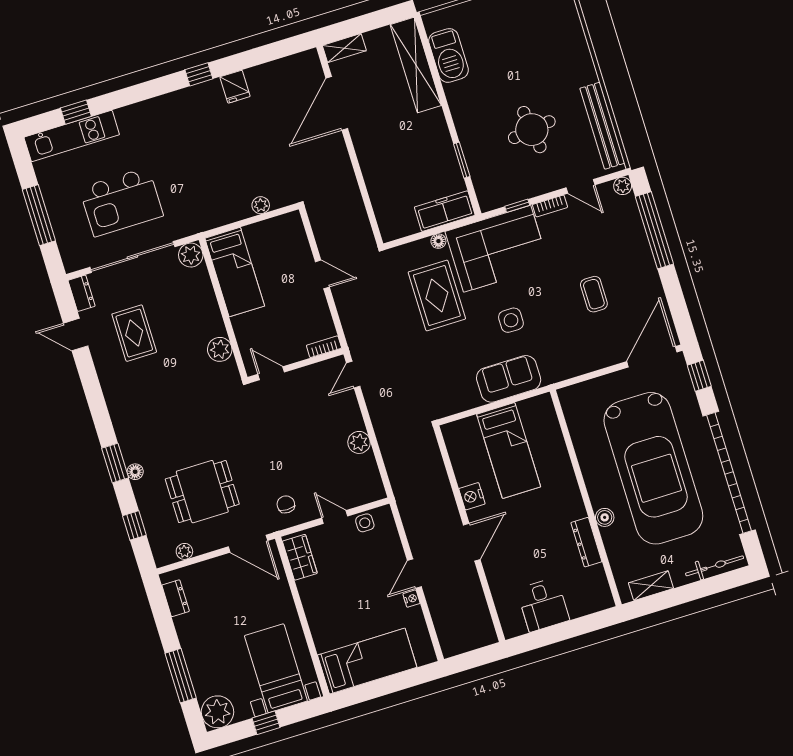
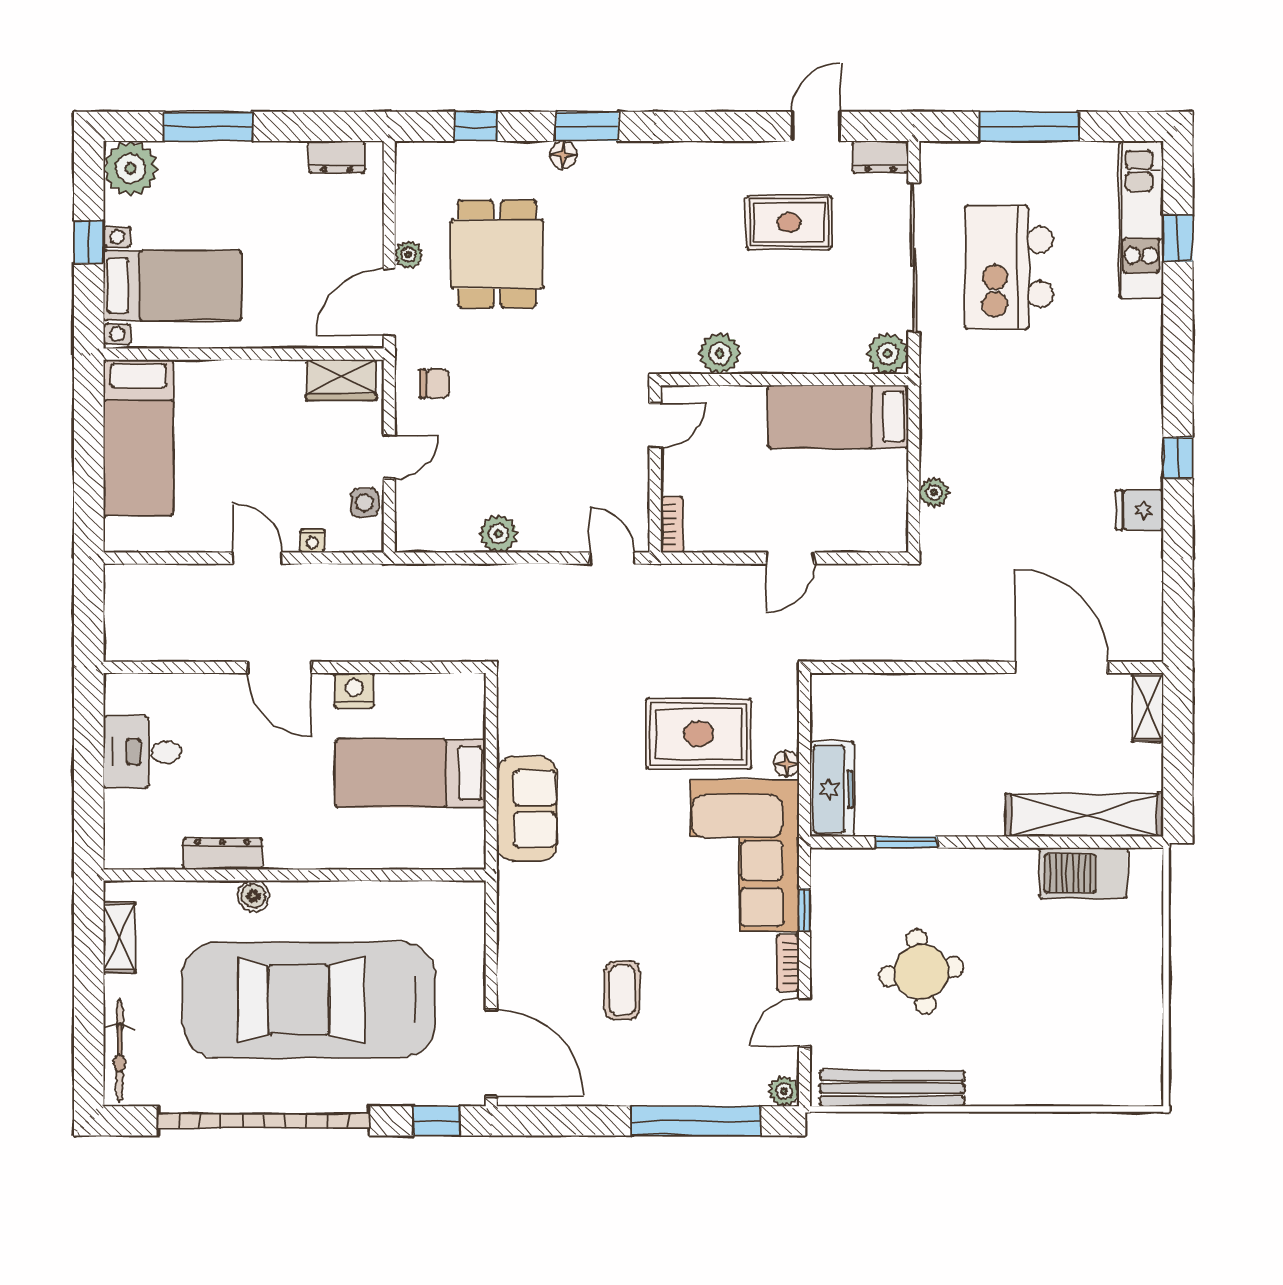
coffee table: (594, 294) -> (622, 990), turned 90
side table: (511, 320) -> (621, 842), removed
plant: (184, 551) -> (409, 255), moved
nightstand: (411, 599) -> (312, 541), moved

